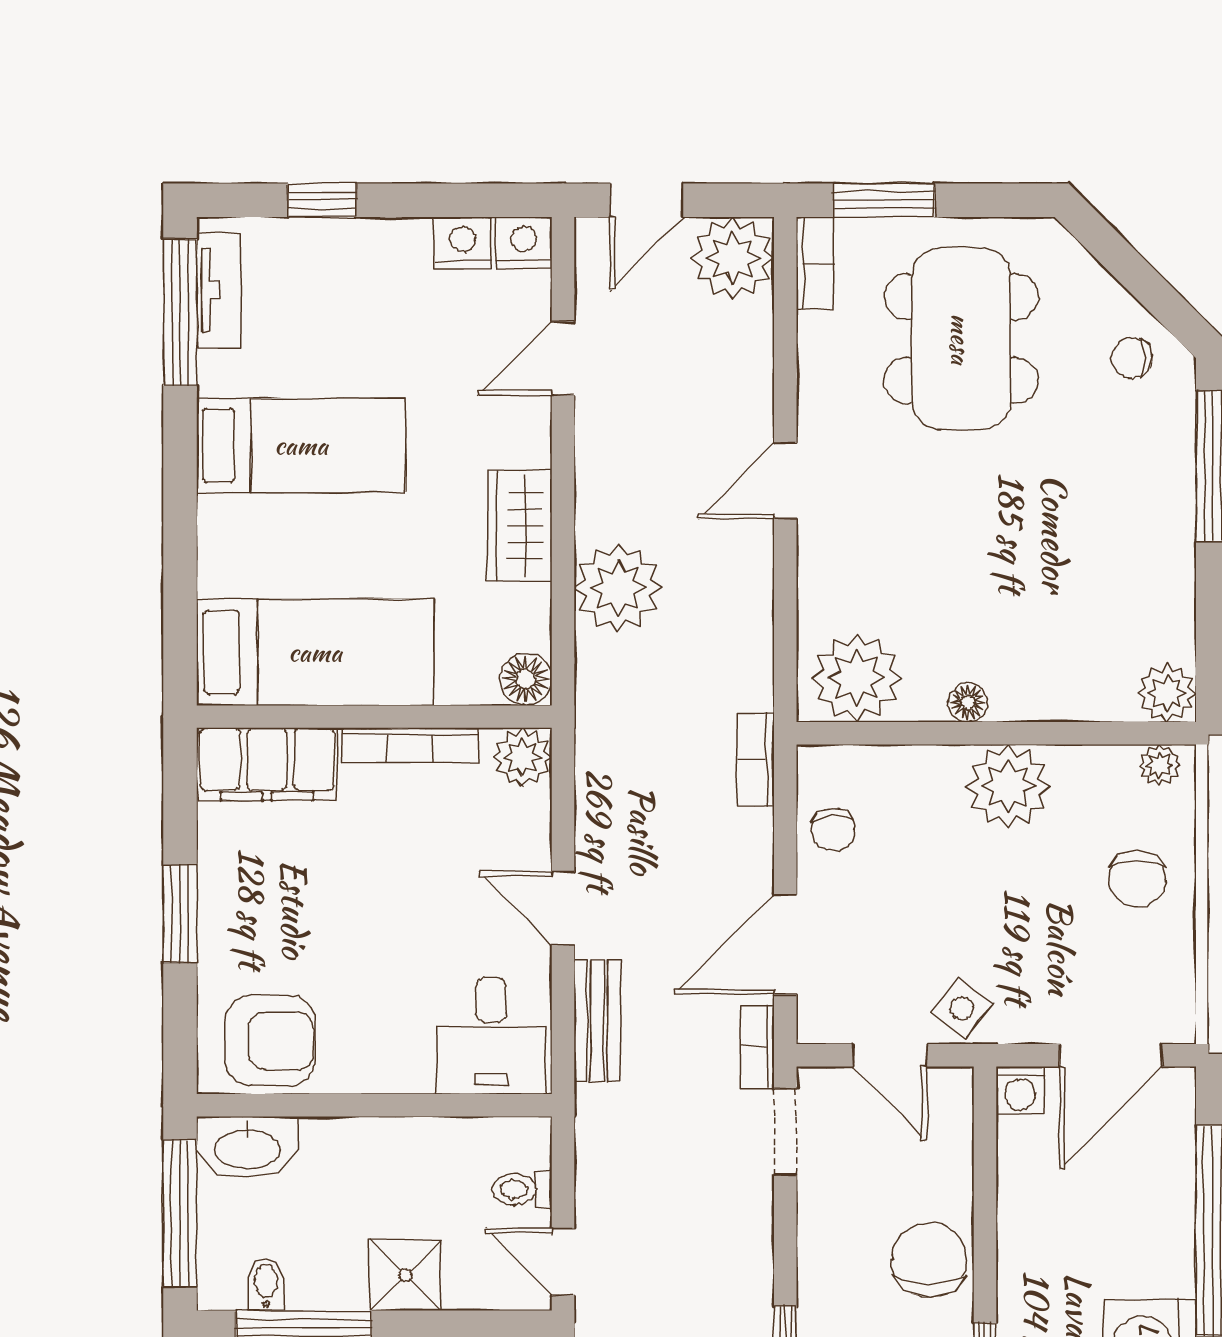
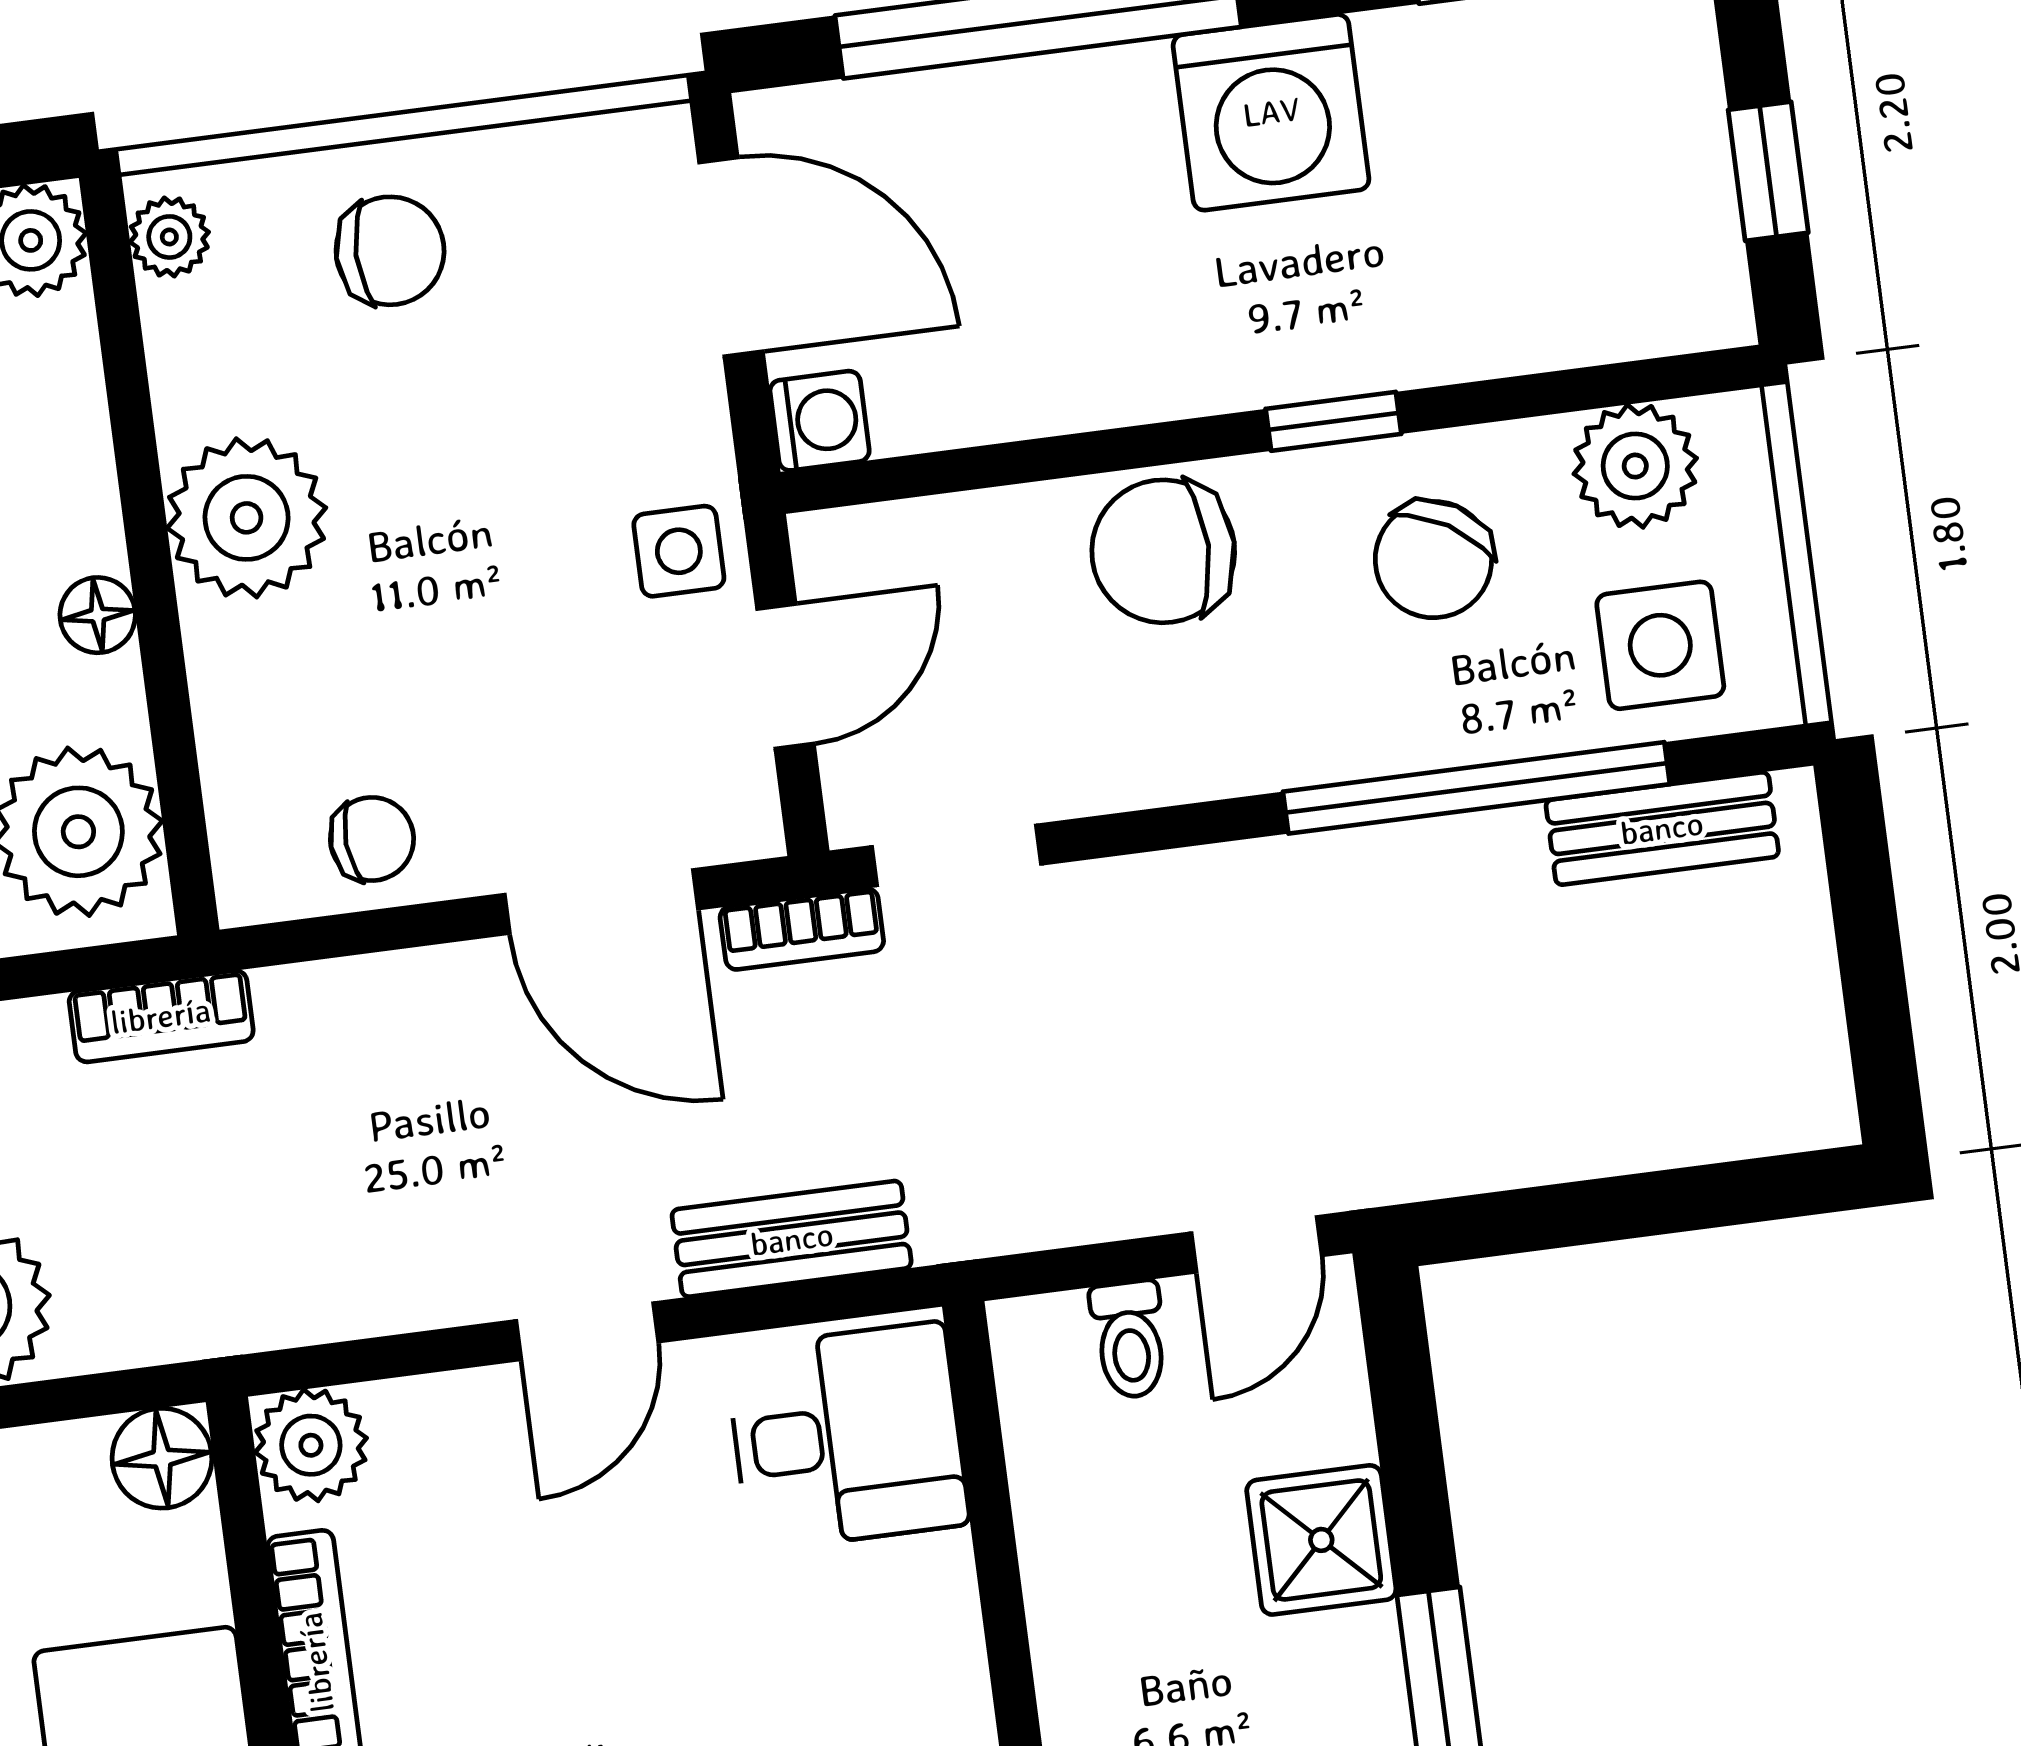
bookcase: (755, 760) -> (161, 1016), moved
side table: (962, 1008) -> (679, 551), turned -37

